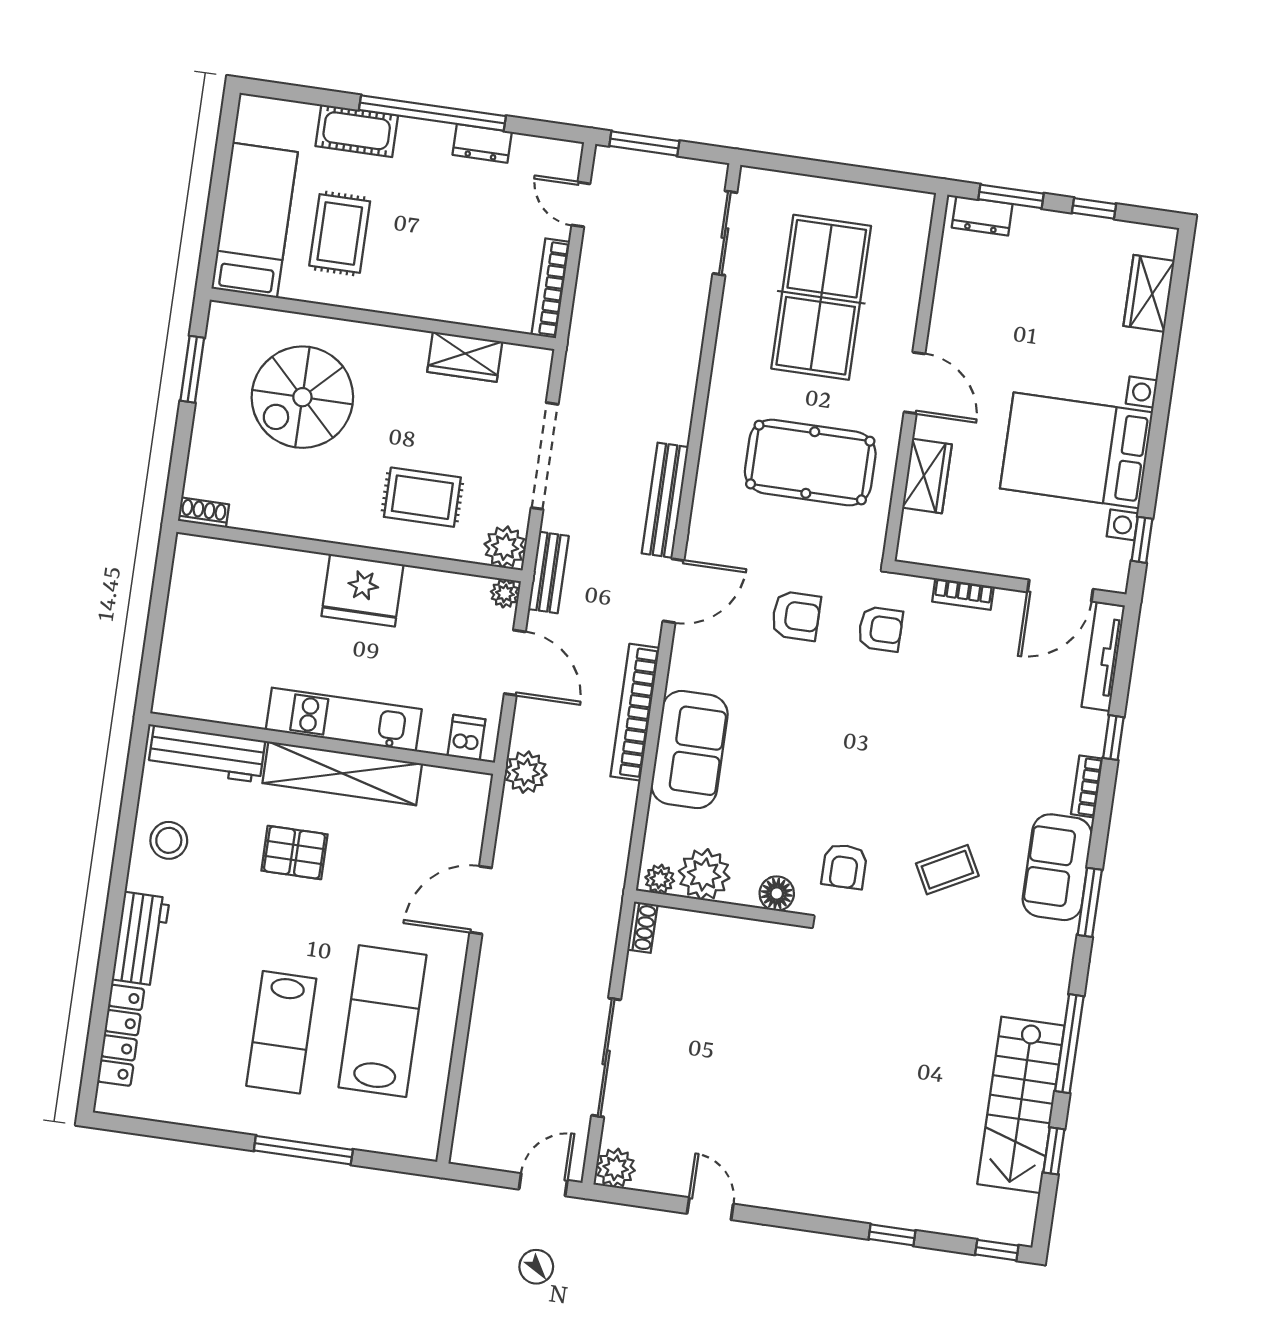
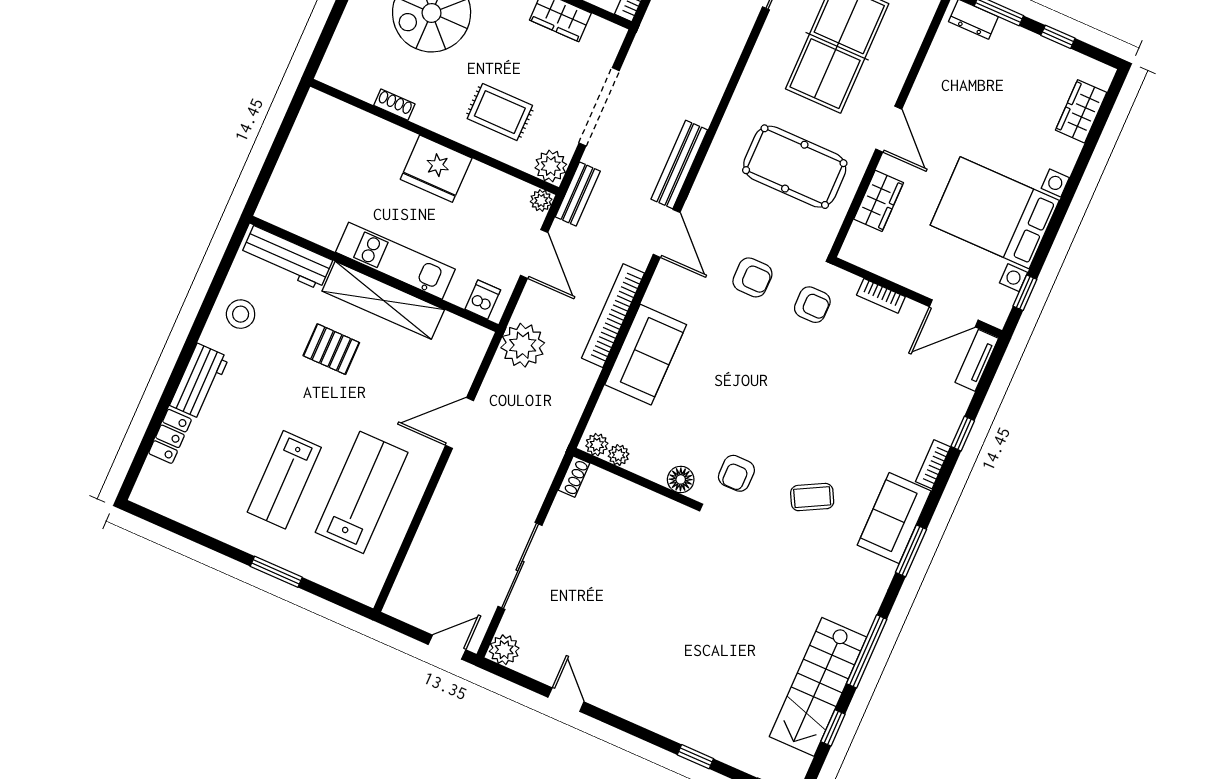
shoe rack: (204, 513) -> (394, 105), moved
door: (673, 591) -> (667, 233), hinge flipped
tv unit: (1103, 657) -> (977, 360), width x0.71
plant: (526, 772) -> (523, 345), width x1.36, depth x1.36
plant: (704, 874) -> (619, 455), width x0.53, depth x0.53
locker: (121, 1035) -> (170, 436), width x0.66
window: (303, 1150) -> (276, 572), width x0.69

